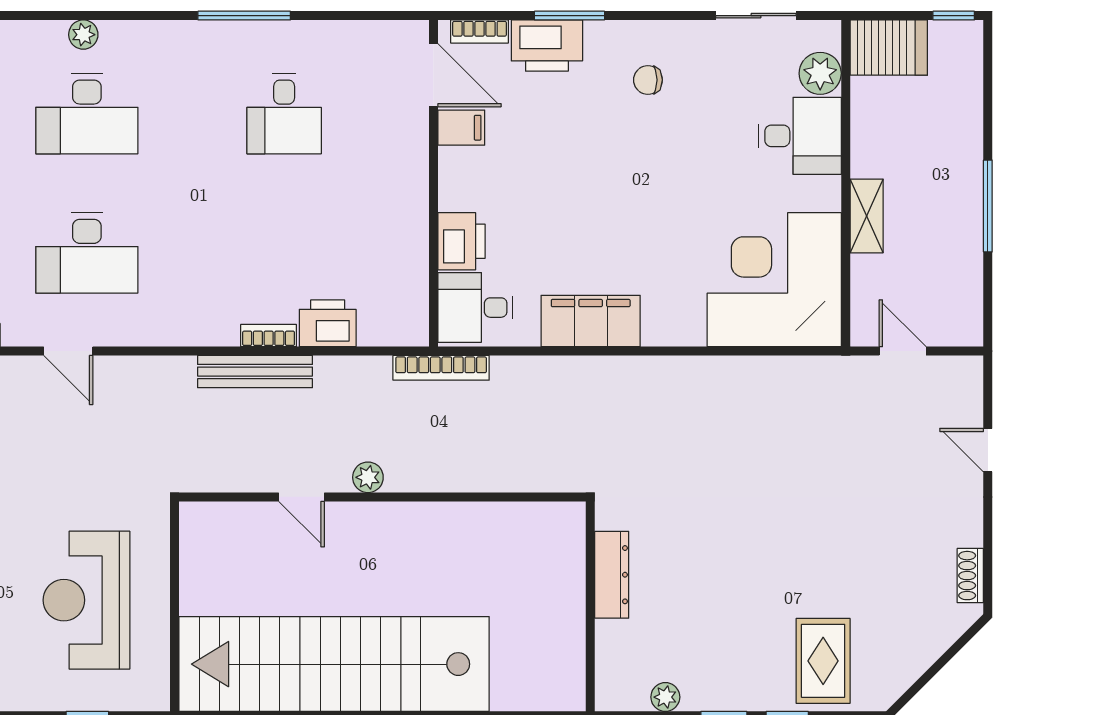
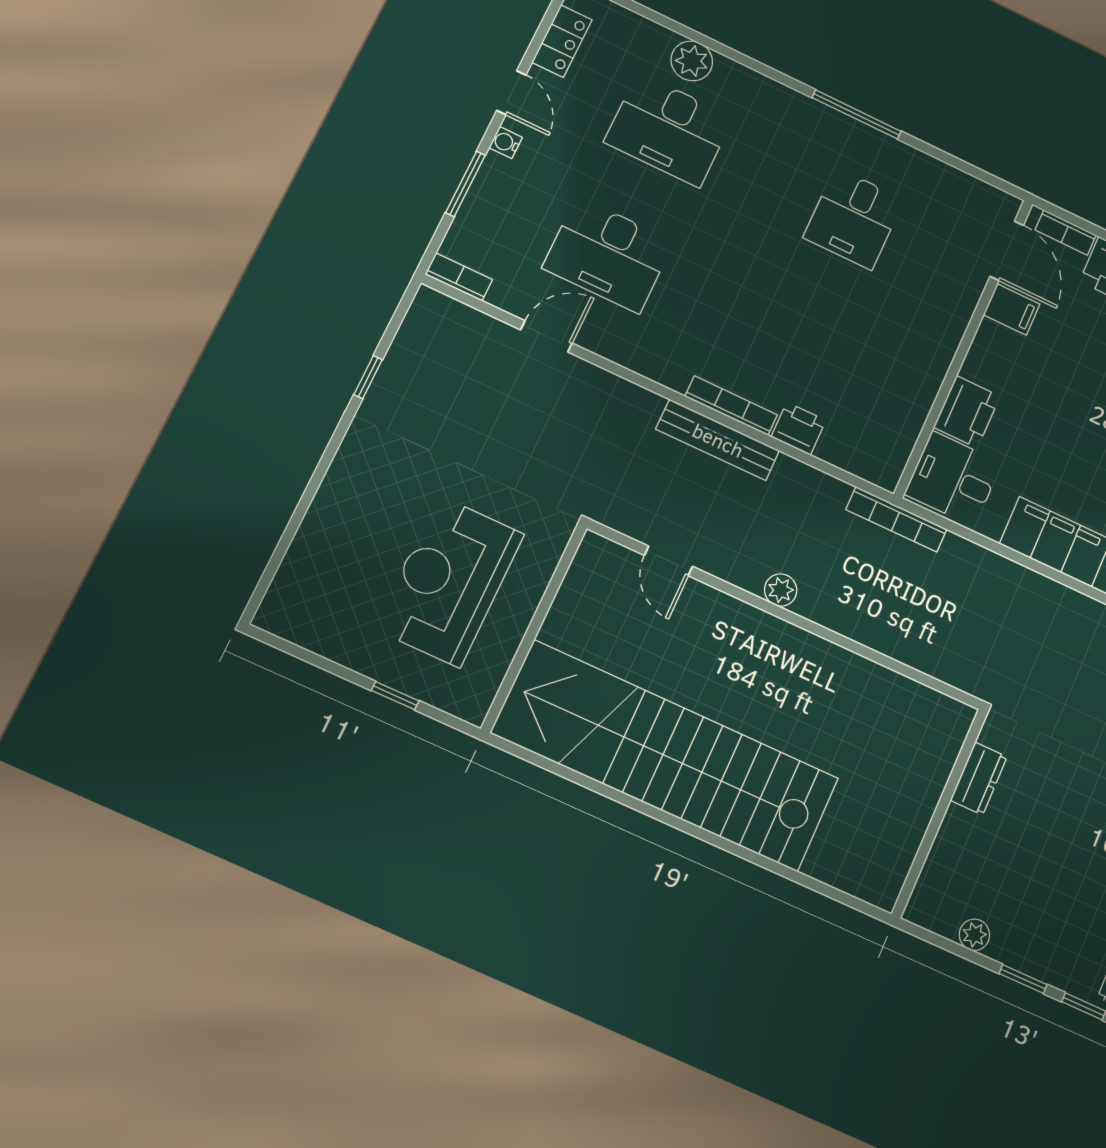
plant: (83, 35) -> (692, 61), width x1.38, depth x1.38
printer: (328, 323) -> (799, 429), width x0.73, depth x0.81
bookcase: (269, 336) -> (731, 406), width x1.56
door: (68, 351) -> (546, 336), swing flipped
door: (301, 497) -> (668, 561), moved
dresser: (612, 575) -> (979, 778), width x0.70

